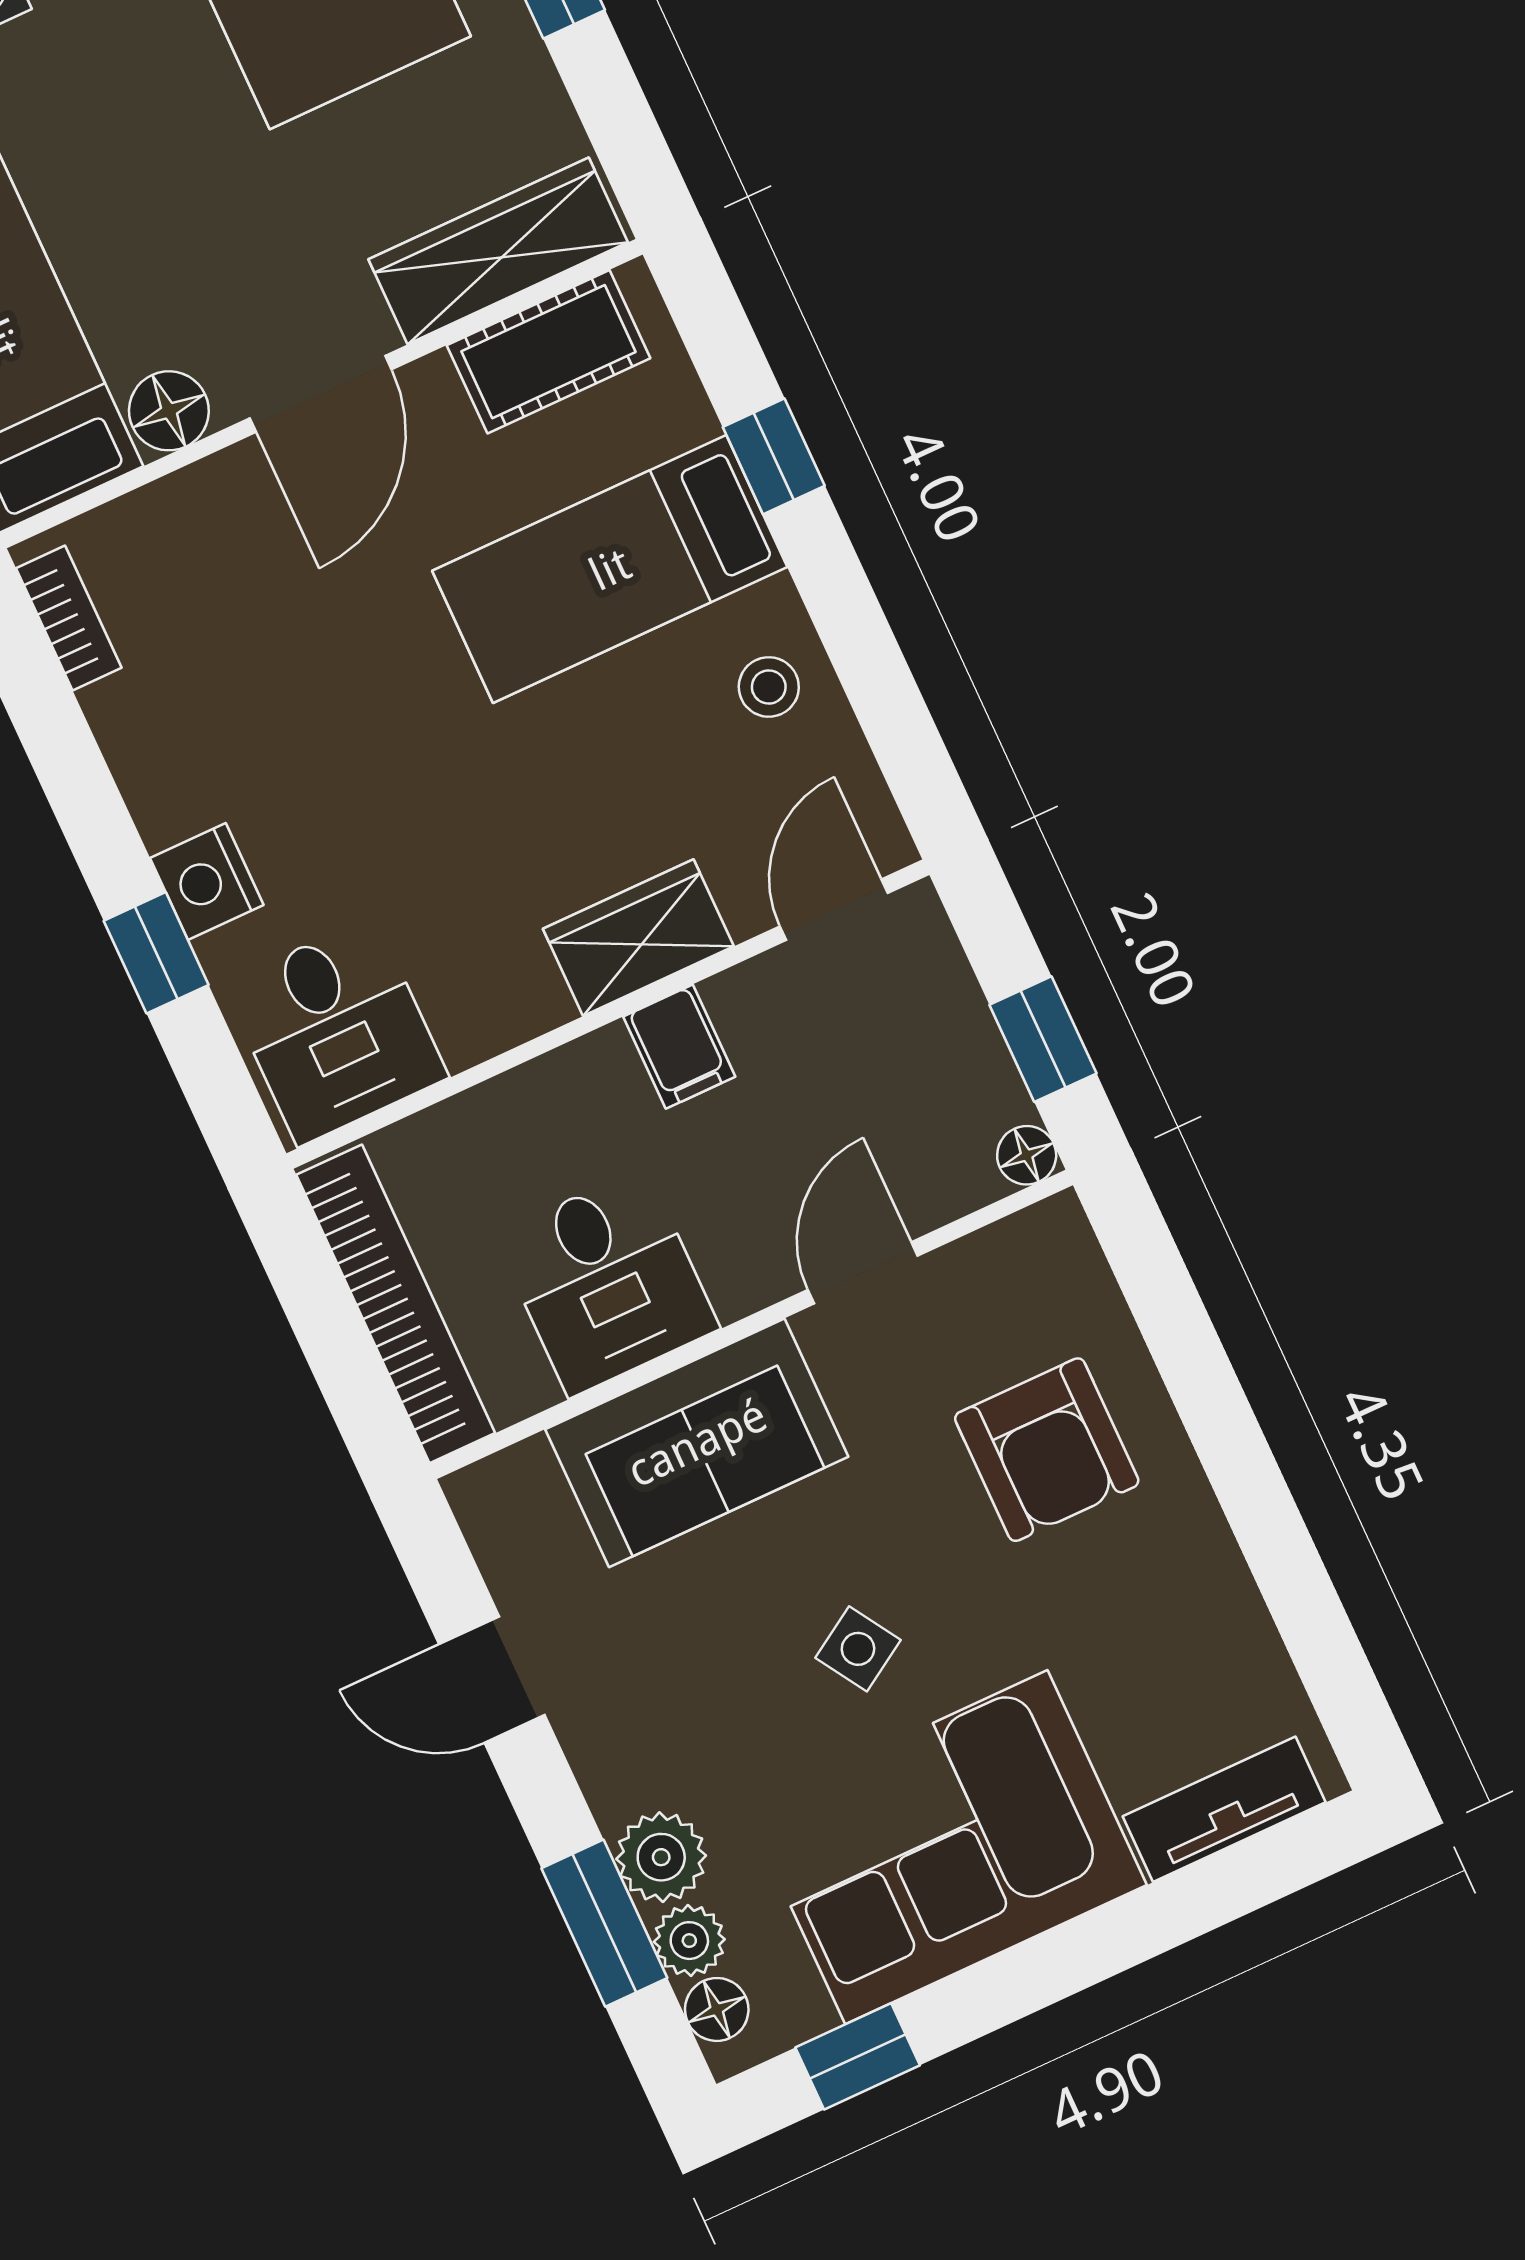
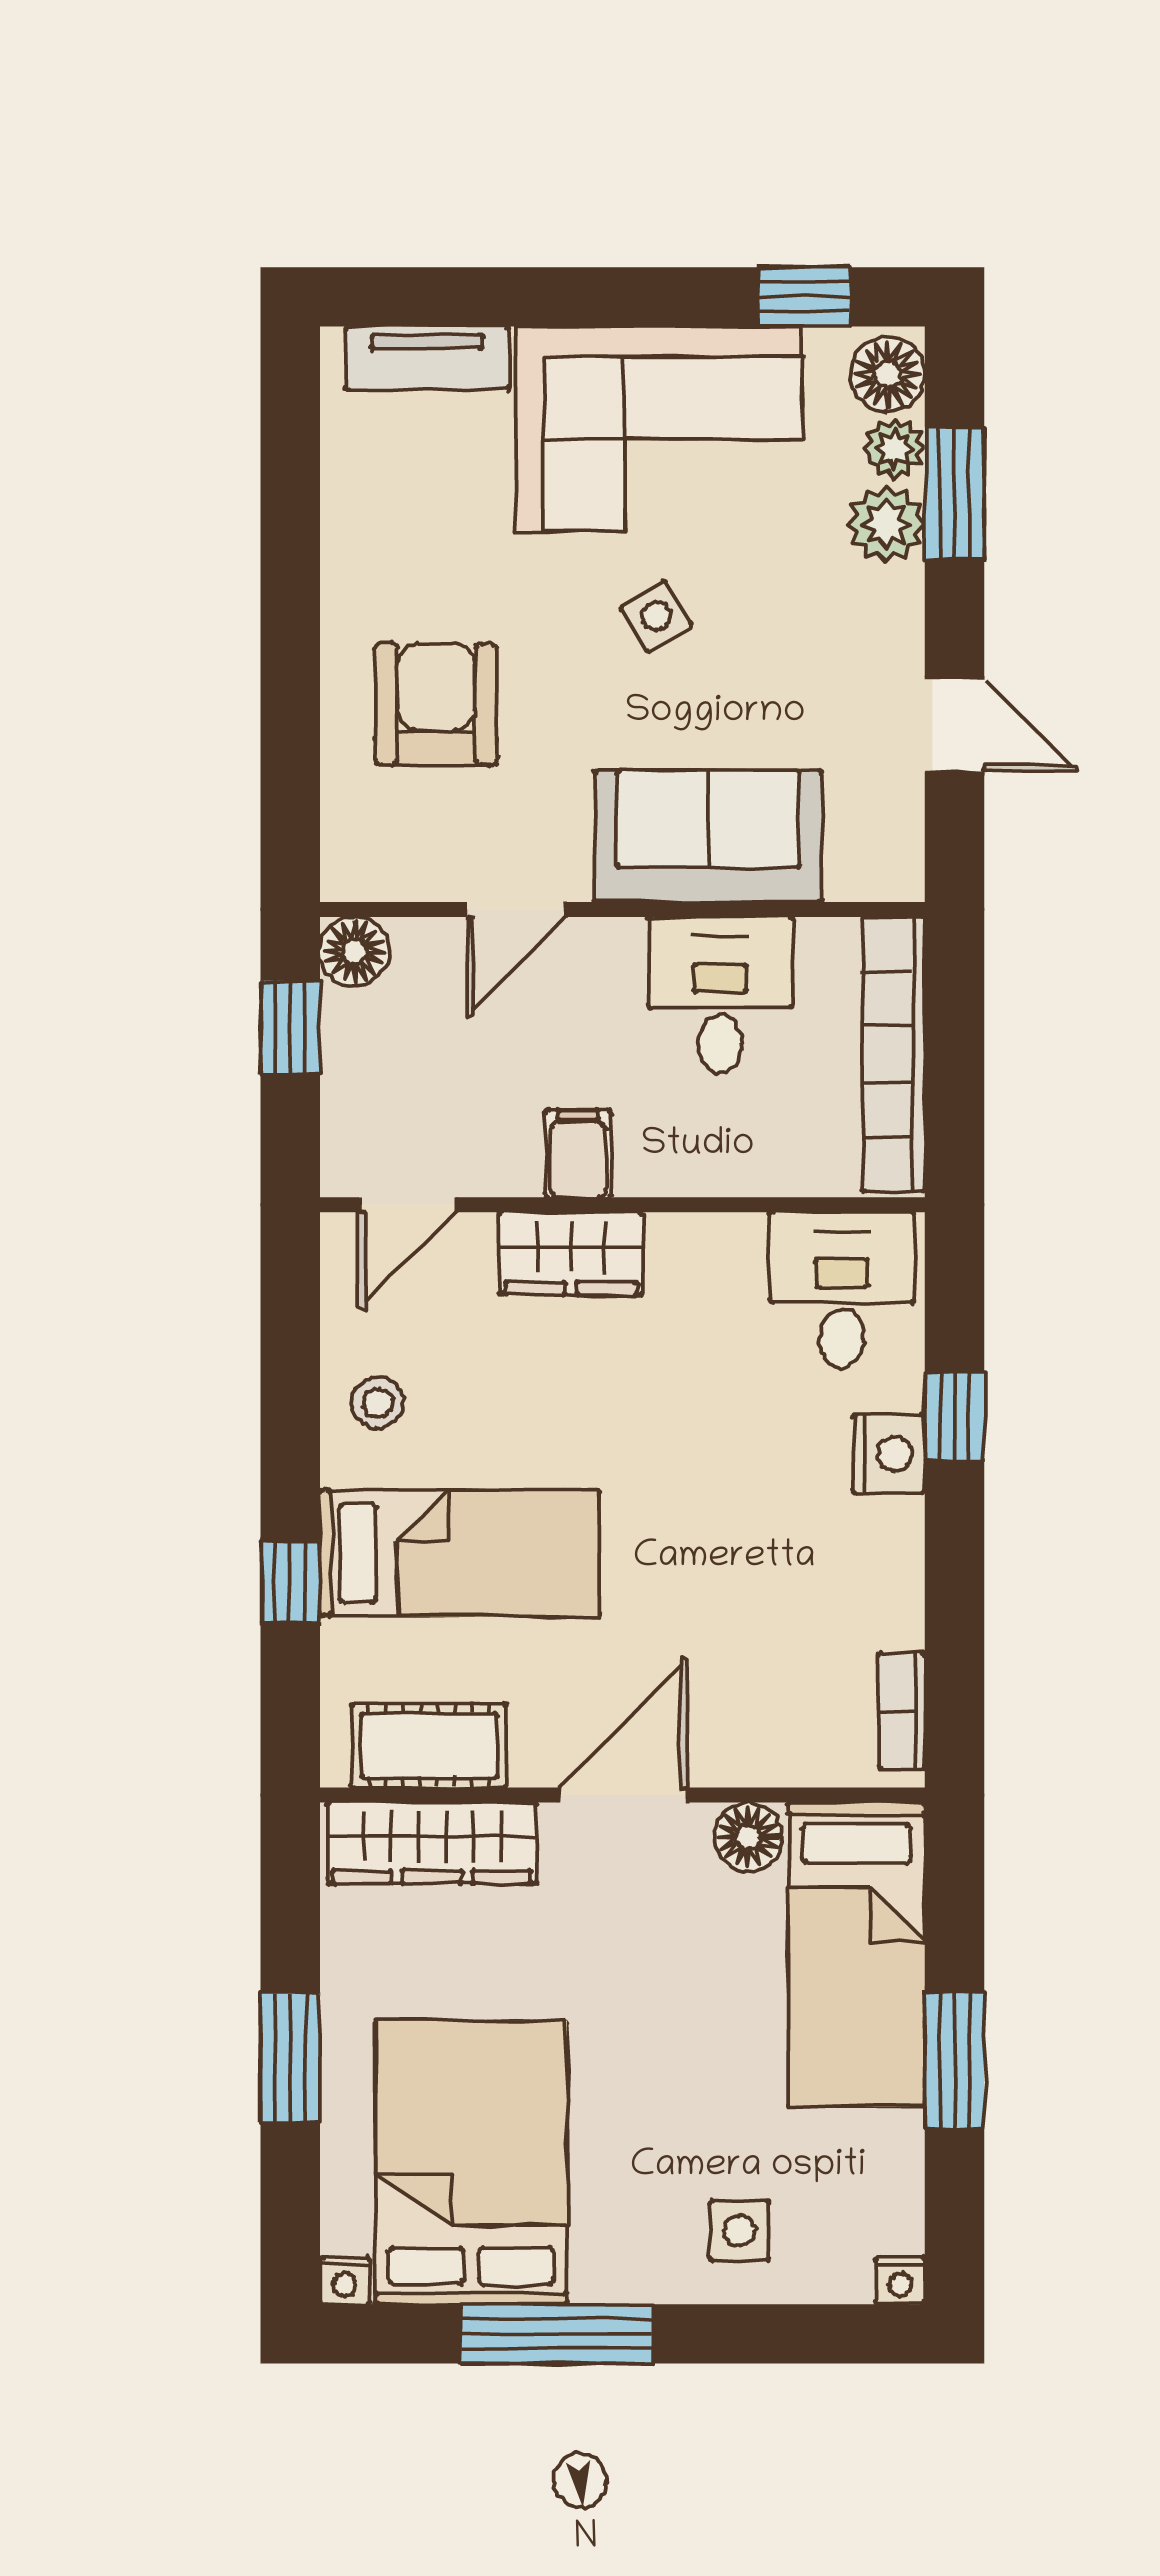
floor lamp: (1027, 1155) -> (355, 952), width x1.37, depth x1.37
floor lamp: (717, 2009) -> (888, 374), width x1.37, depth x1.37

